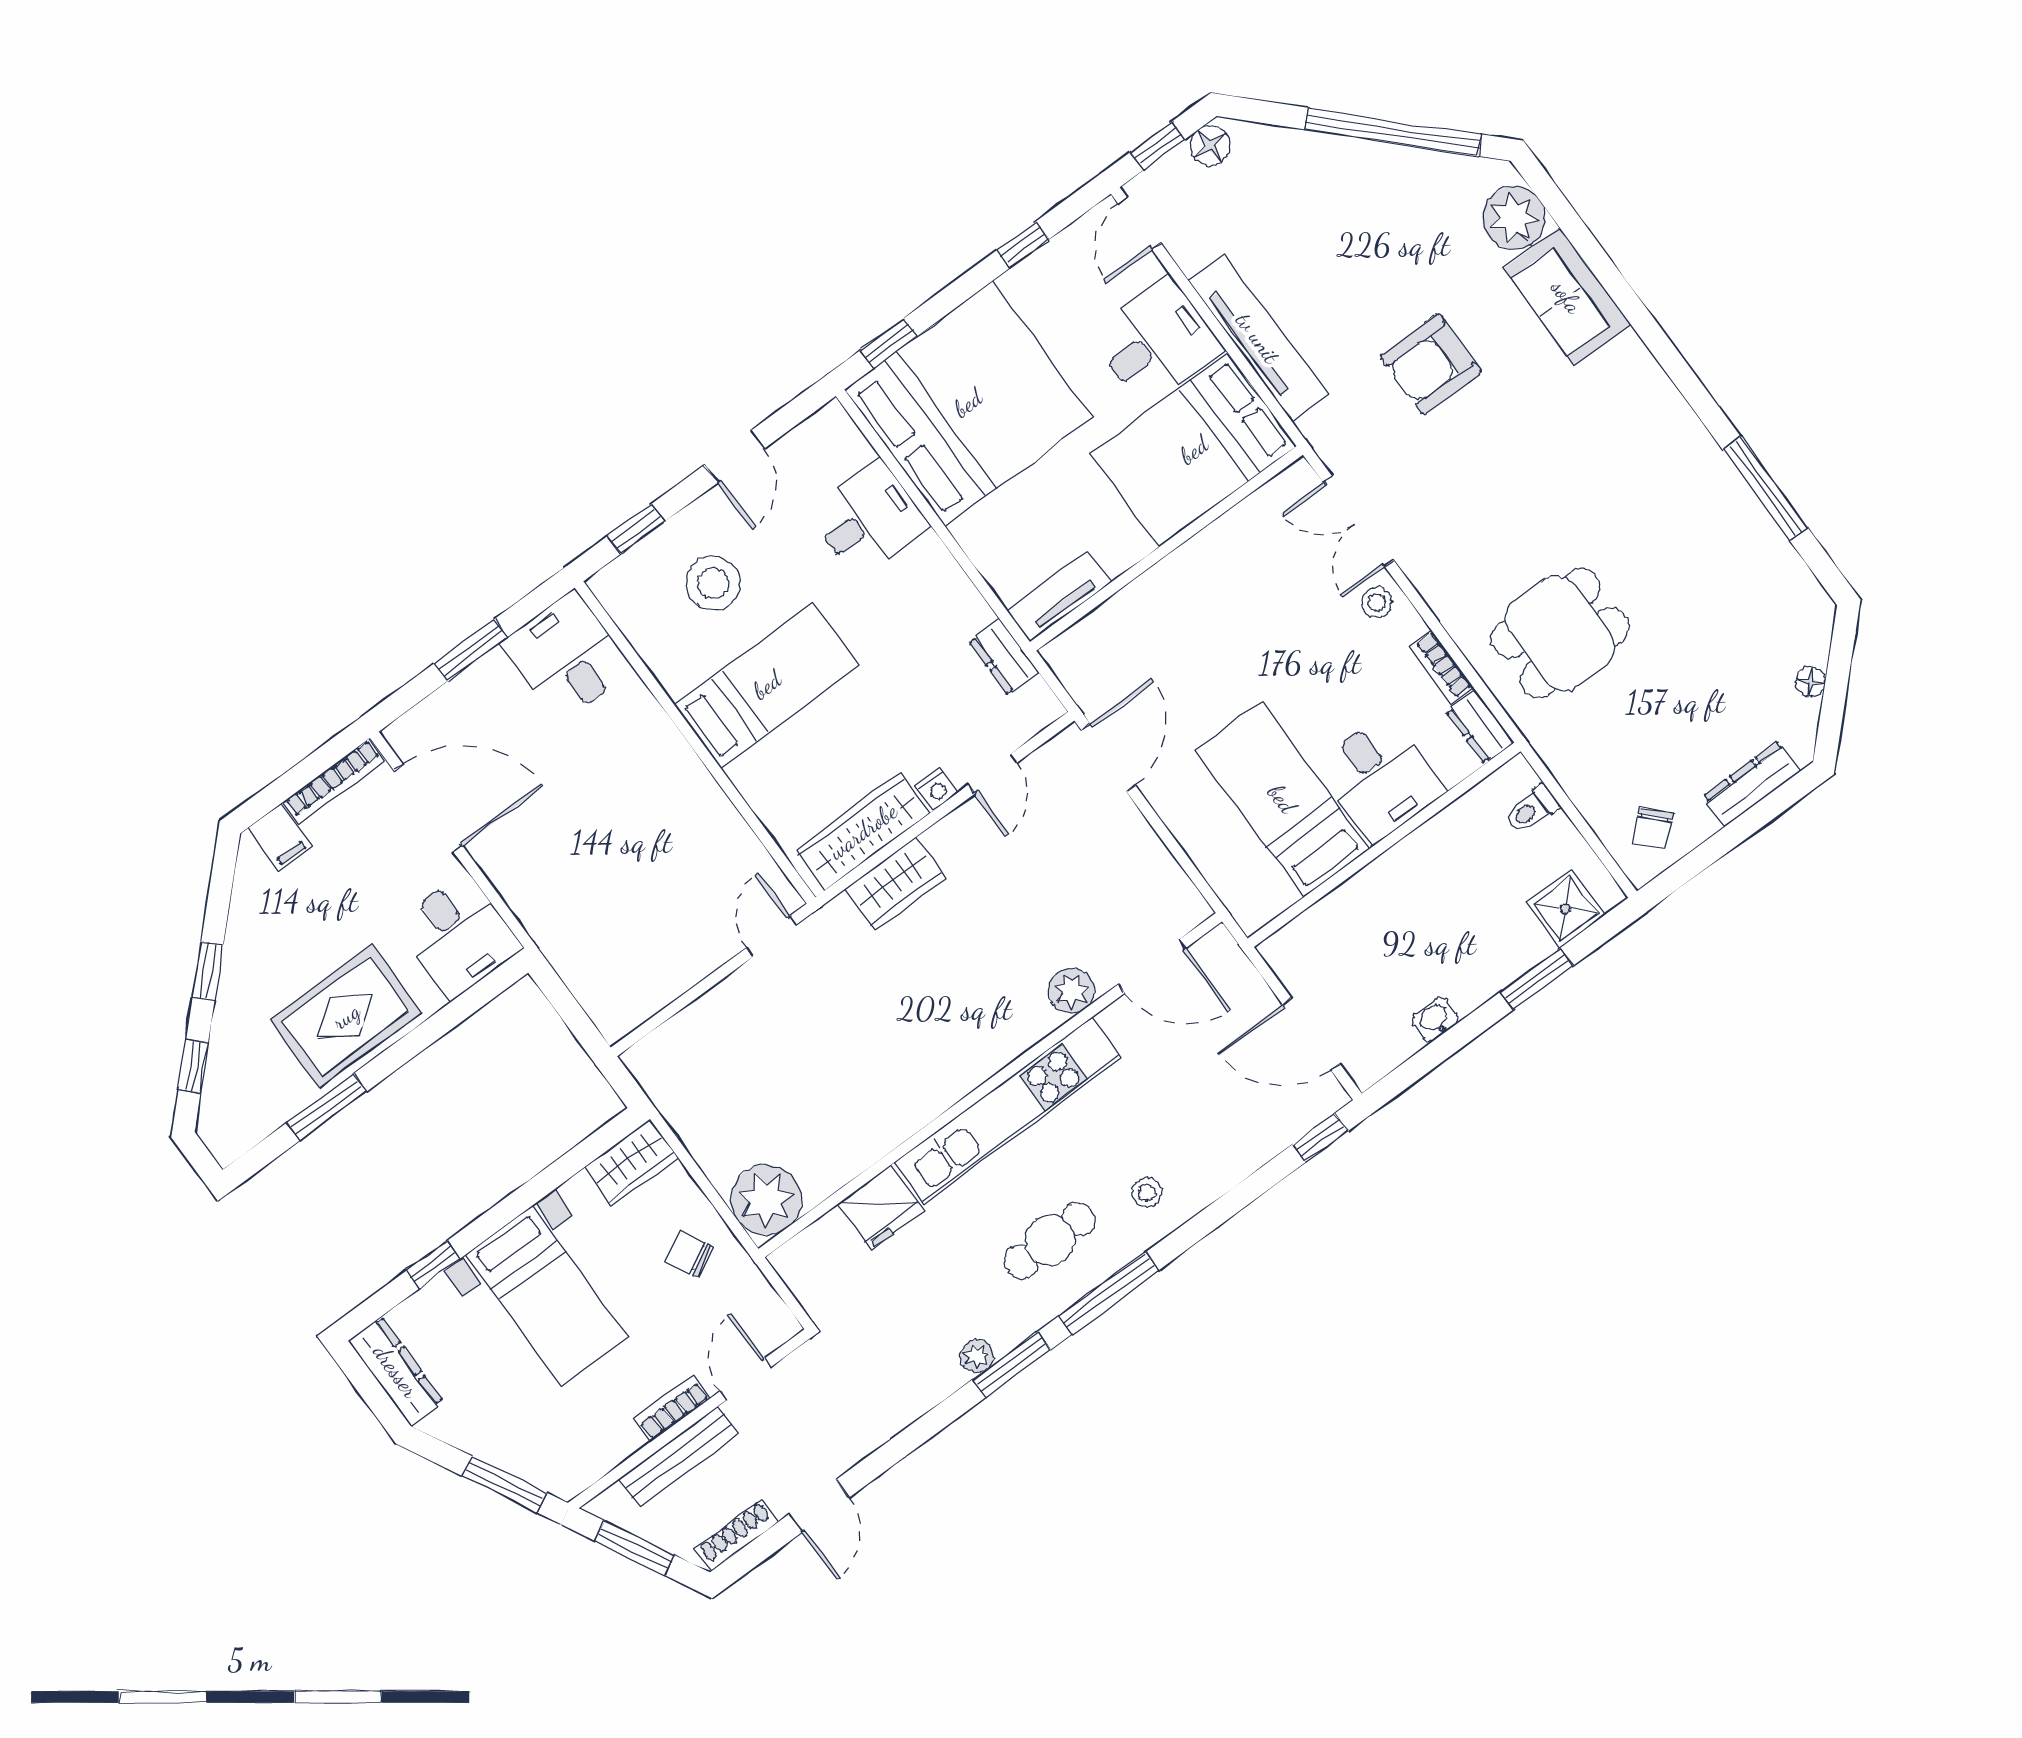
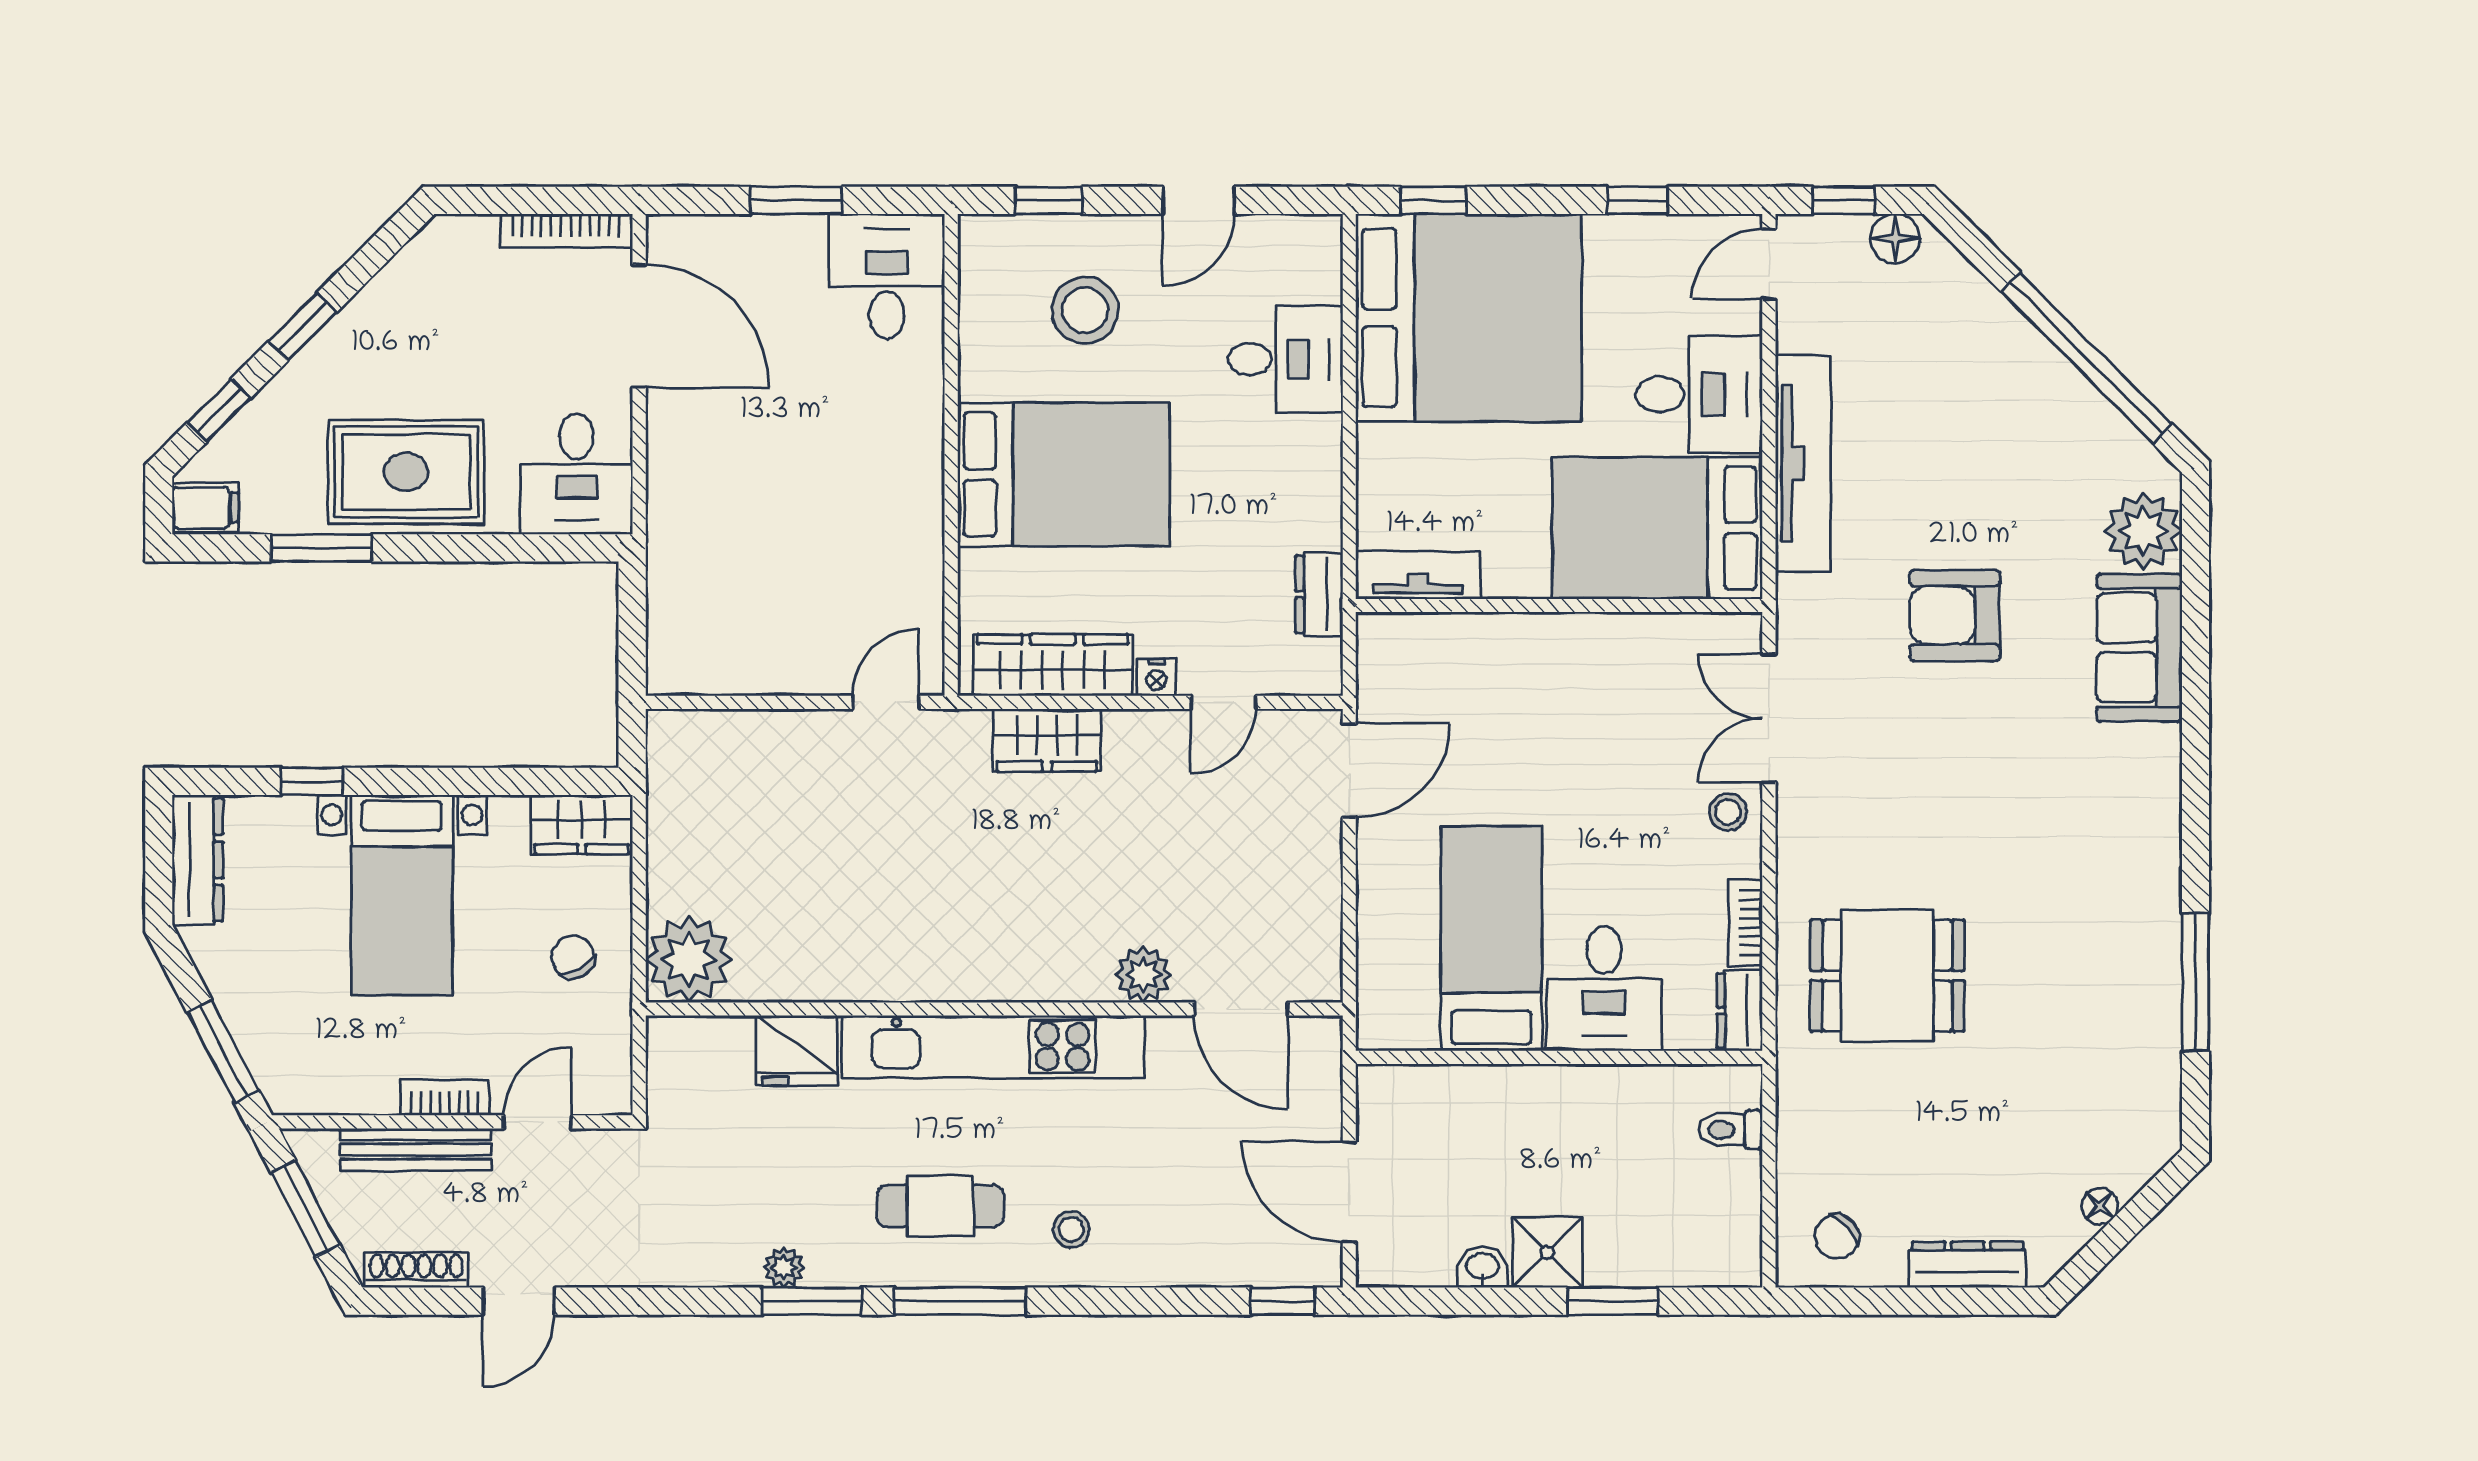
bed: (767, 685) -> (1064, 474), width x1.50
filing cabinet: (280, 838) -> (205, 508), moved, turned -90
shower: (1565, 909) -> (1547, 1252), moved

